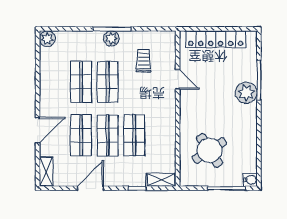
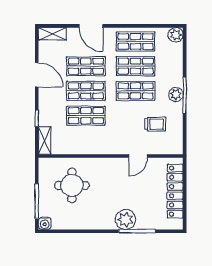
shop shelf: (54, 82) -> (136, 41), added
round table: (210, 150) -> (72, 185), turned 33

